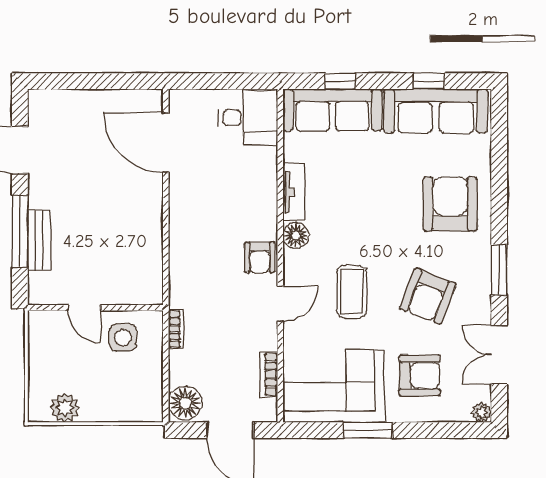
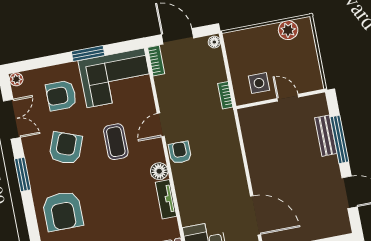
bookcase: (269, 374) -> (156, 61), moved
floor lamp: (185, 403) -> (214, 42), width x0.53, depth x0.53

